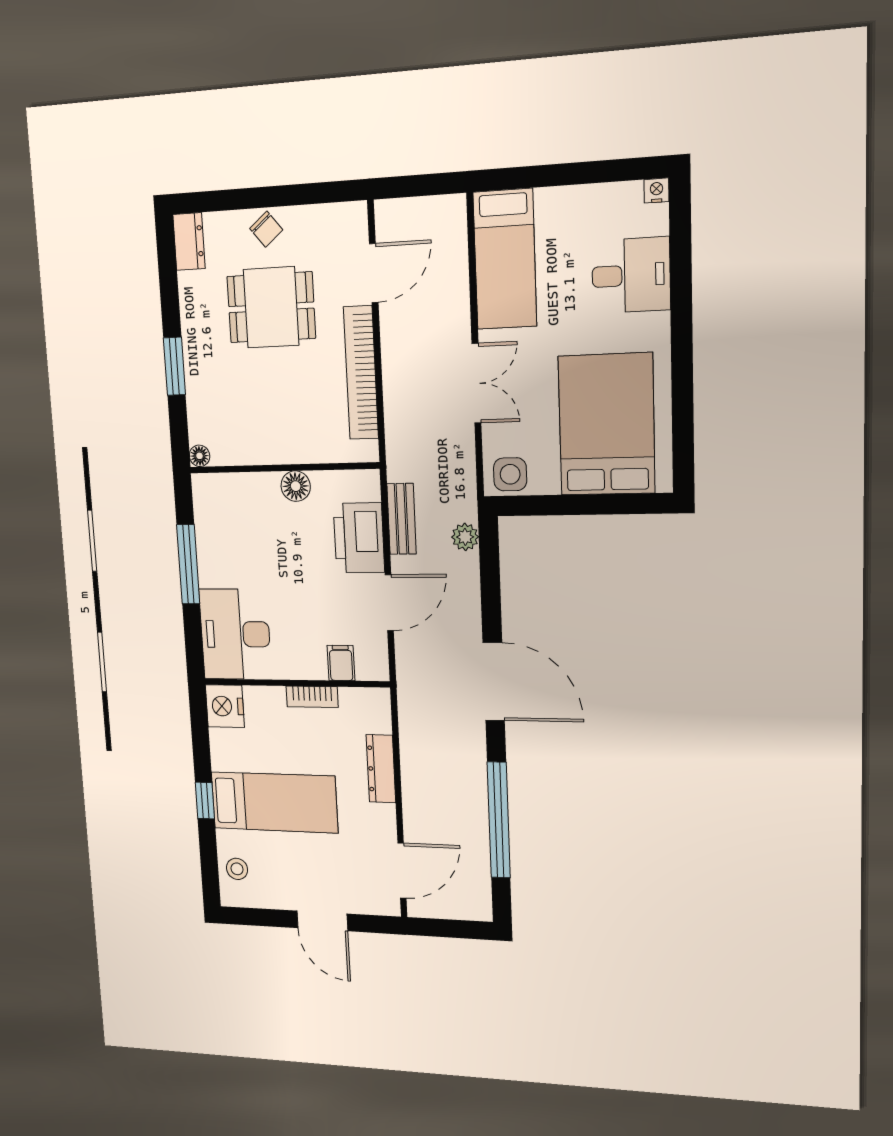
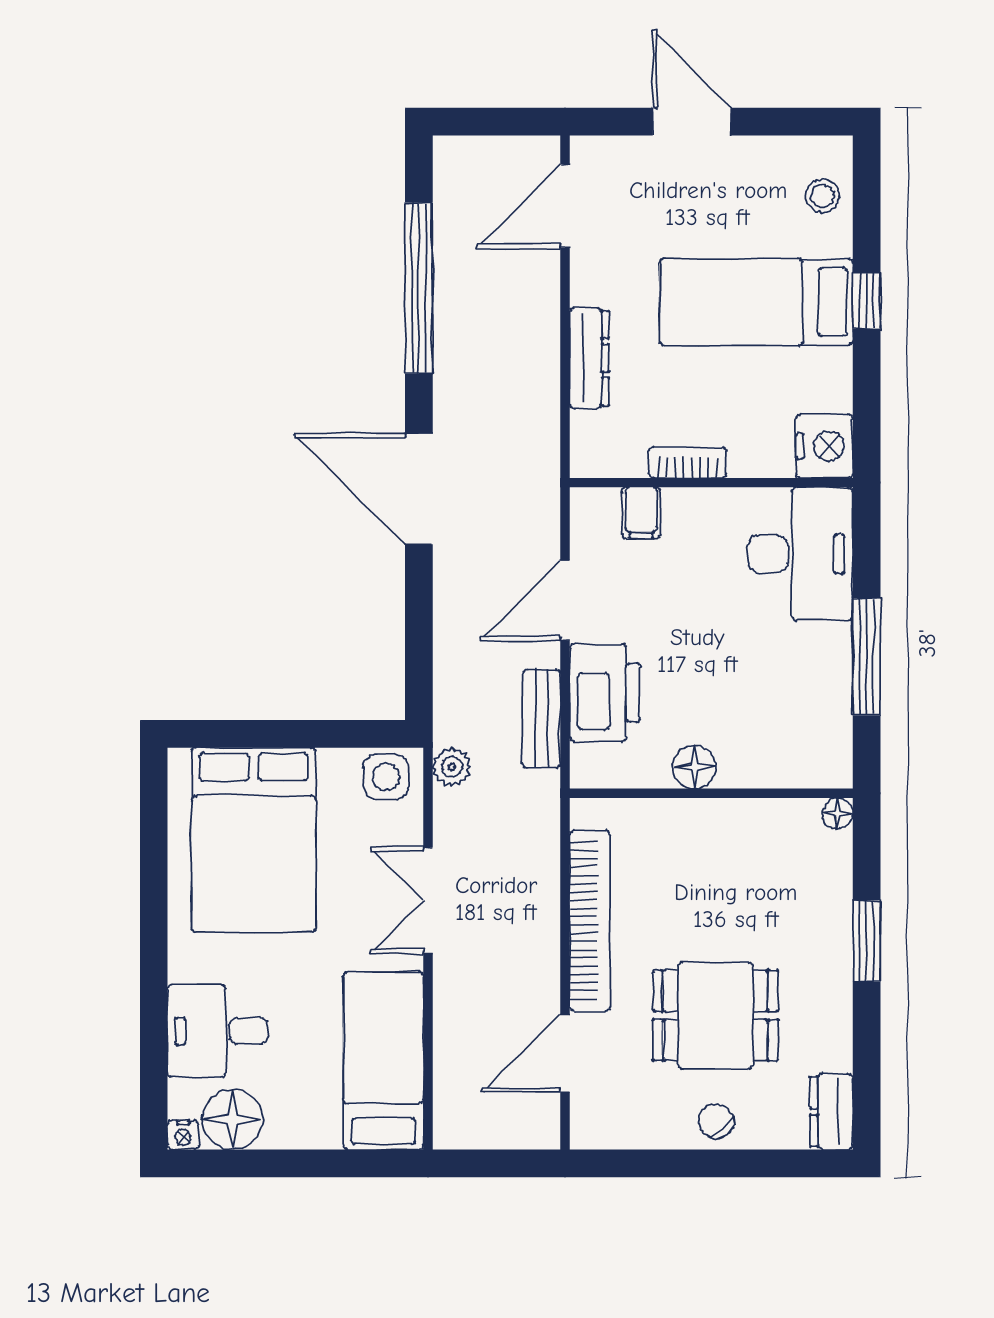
floor lamp: (618, 206) -> (233, 1119), added
plant: (465, 537) -> (452, 767), moved

